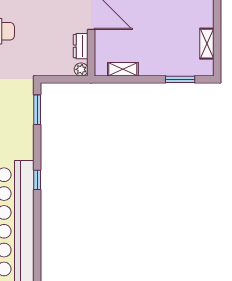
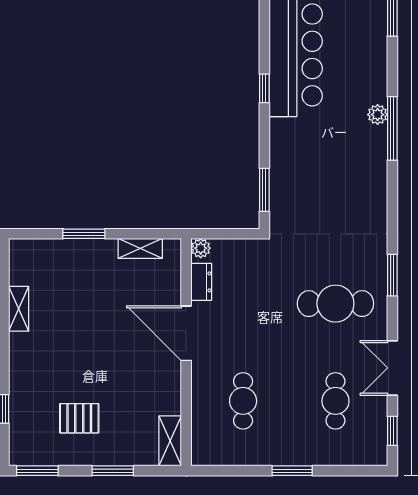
shelving: (207, 44) -> (19, 309), moved
window: (180, 79) -> (84, 234), moved

